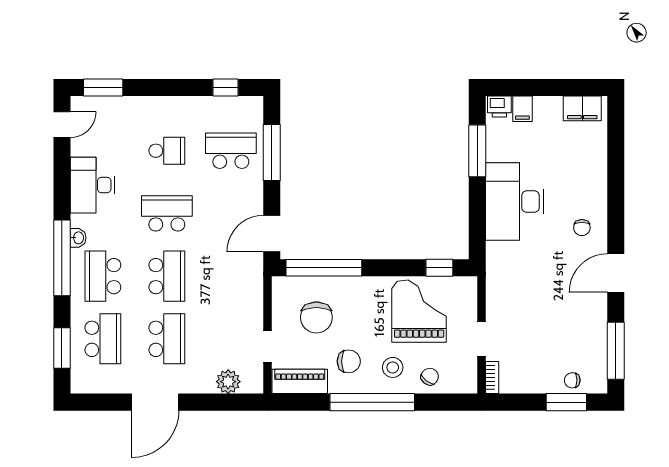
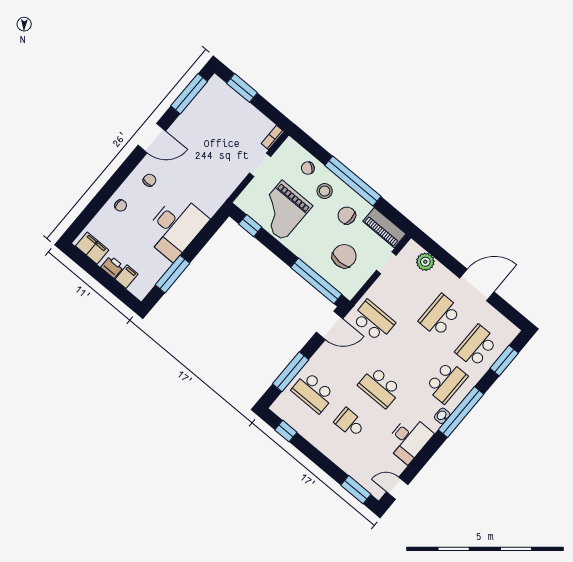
printer: (499, 106) -> (112, 267), moved
school desk: (167, 276) -> (373, 321), moved, turned 90
chair: (572, 380) -> (121, 205), moved

